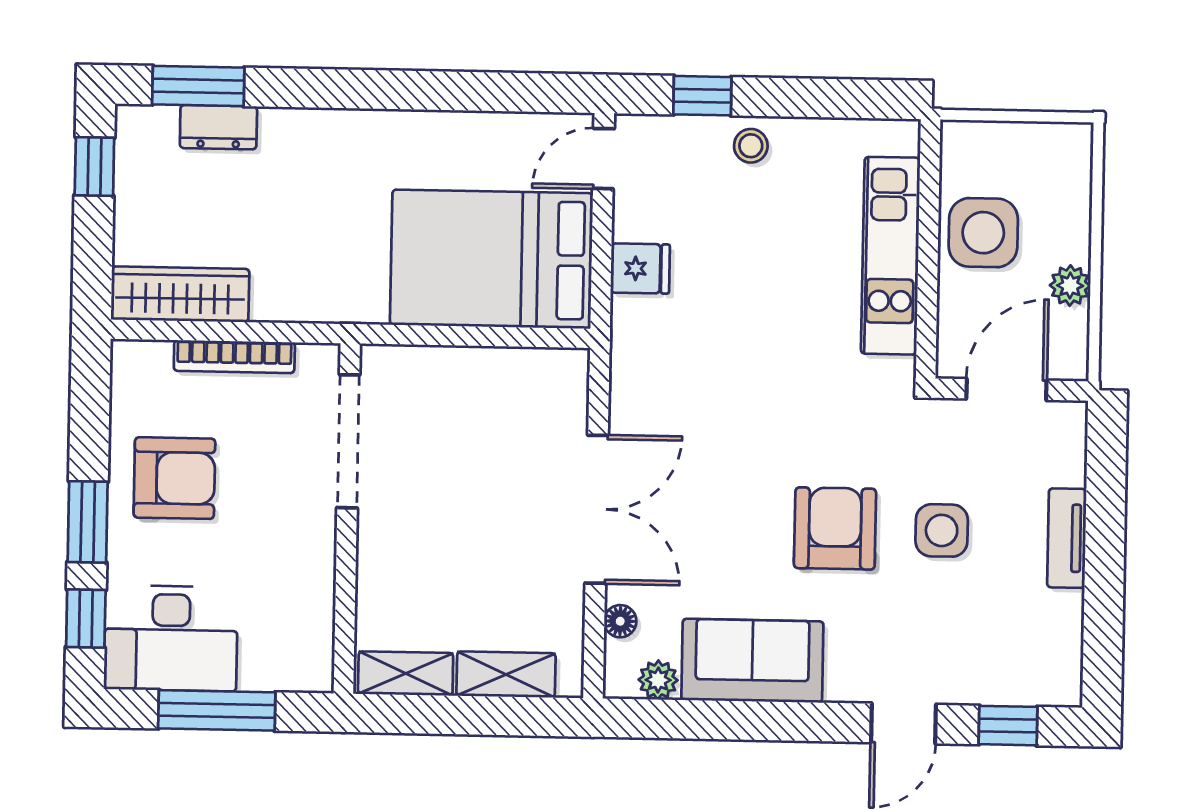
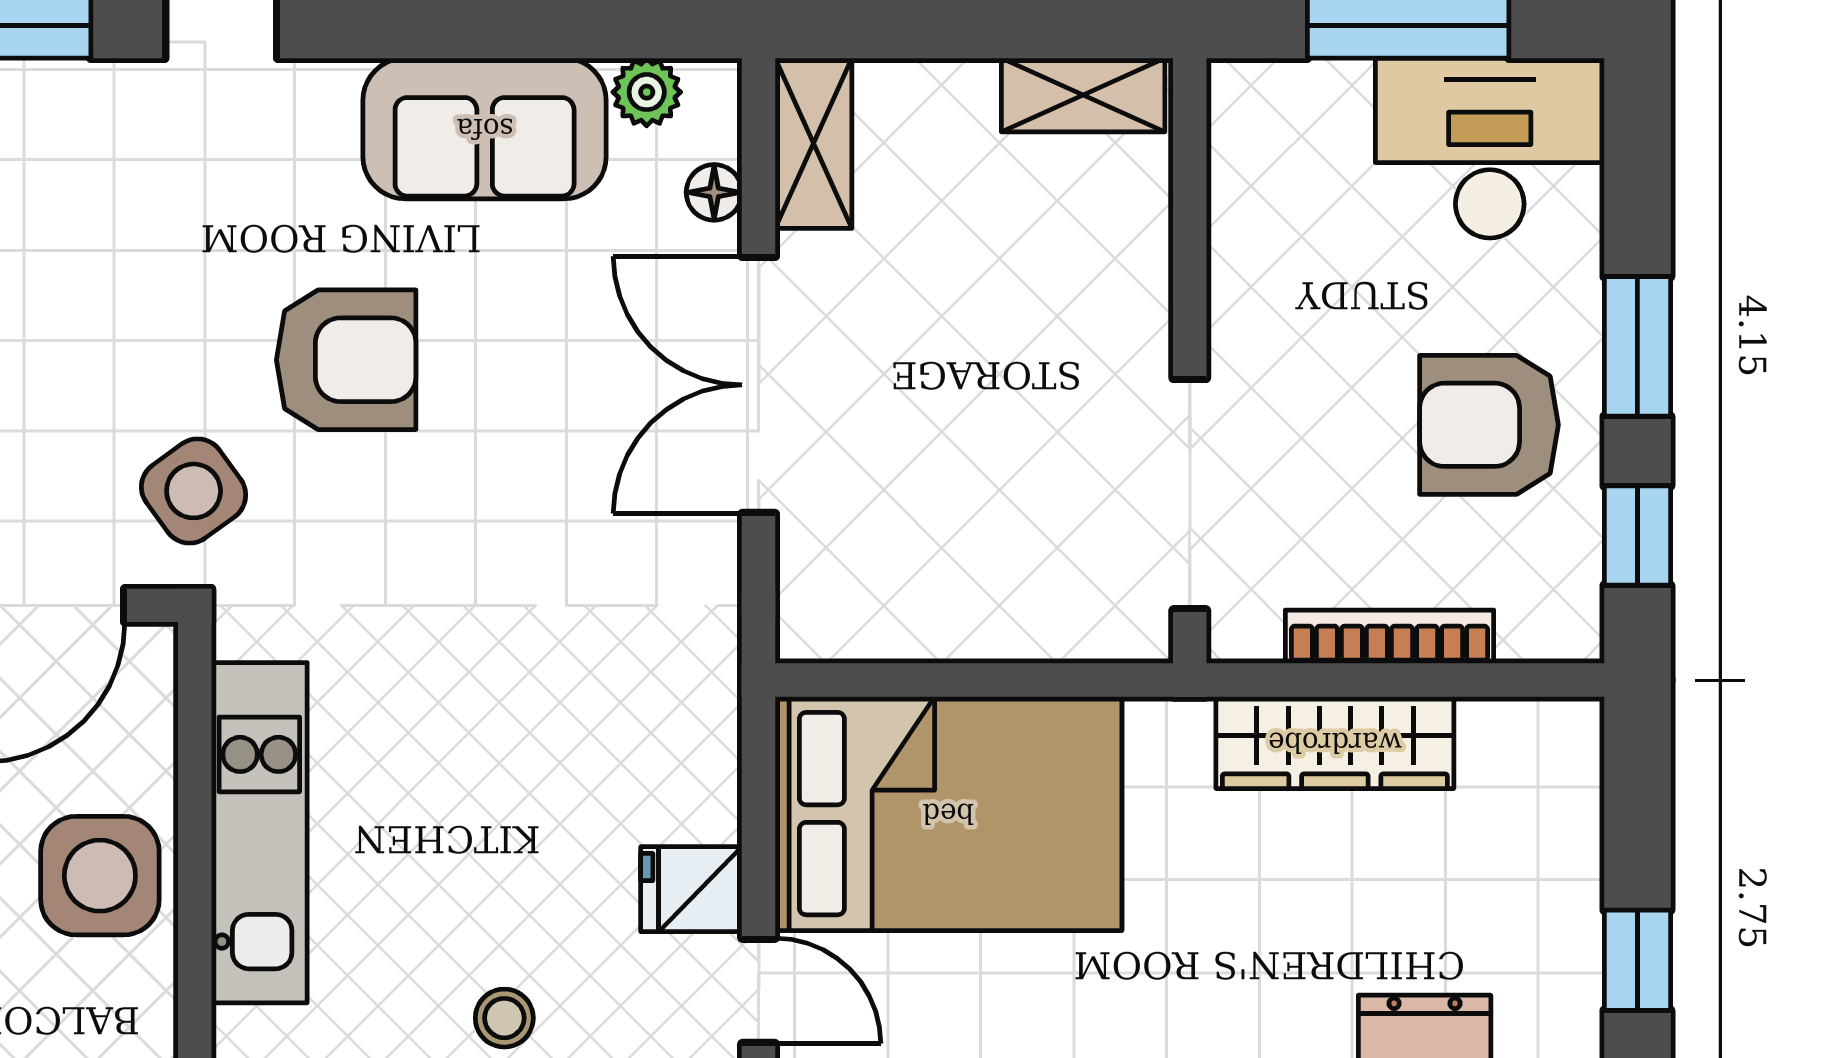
door: (603, 159) -> (759, 991), hinge flipped
fridge: (640, 269) -> (691, 889), moved
wardrobe: (180, 294) -> (1335, 743), moved
armchair: (835, 528) -> (346, 360), turned -90
side table: (942, 530) -> (194, 491), moved, turned -36
window: (86, 618) -> (1637, 536), moved
shelving: (506, 675) -> (813, 143), moved, turned 90

